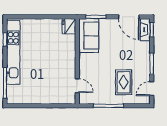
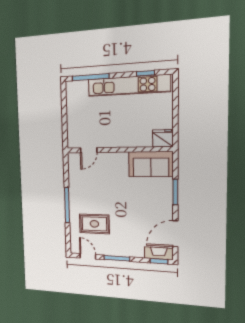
fridge: (69, 26) -> (163, 138), moved
sofa: (89, 36) -> (151, 164), moved
wall: (77, 61) -> (118, 150), moved
door: (77, 86) -> (89, 150), moved

